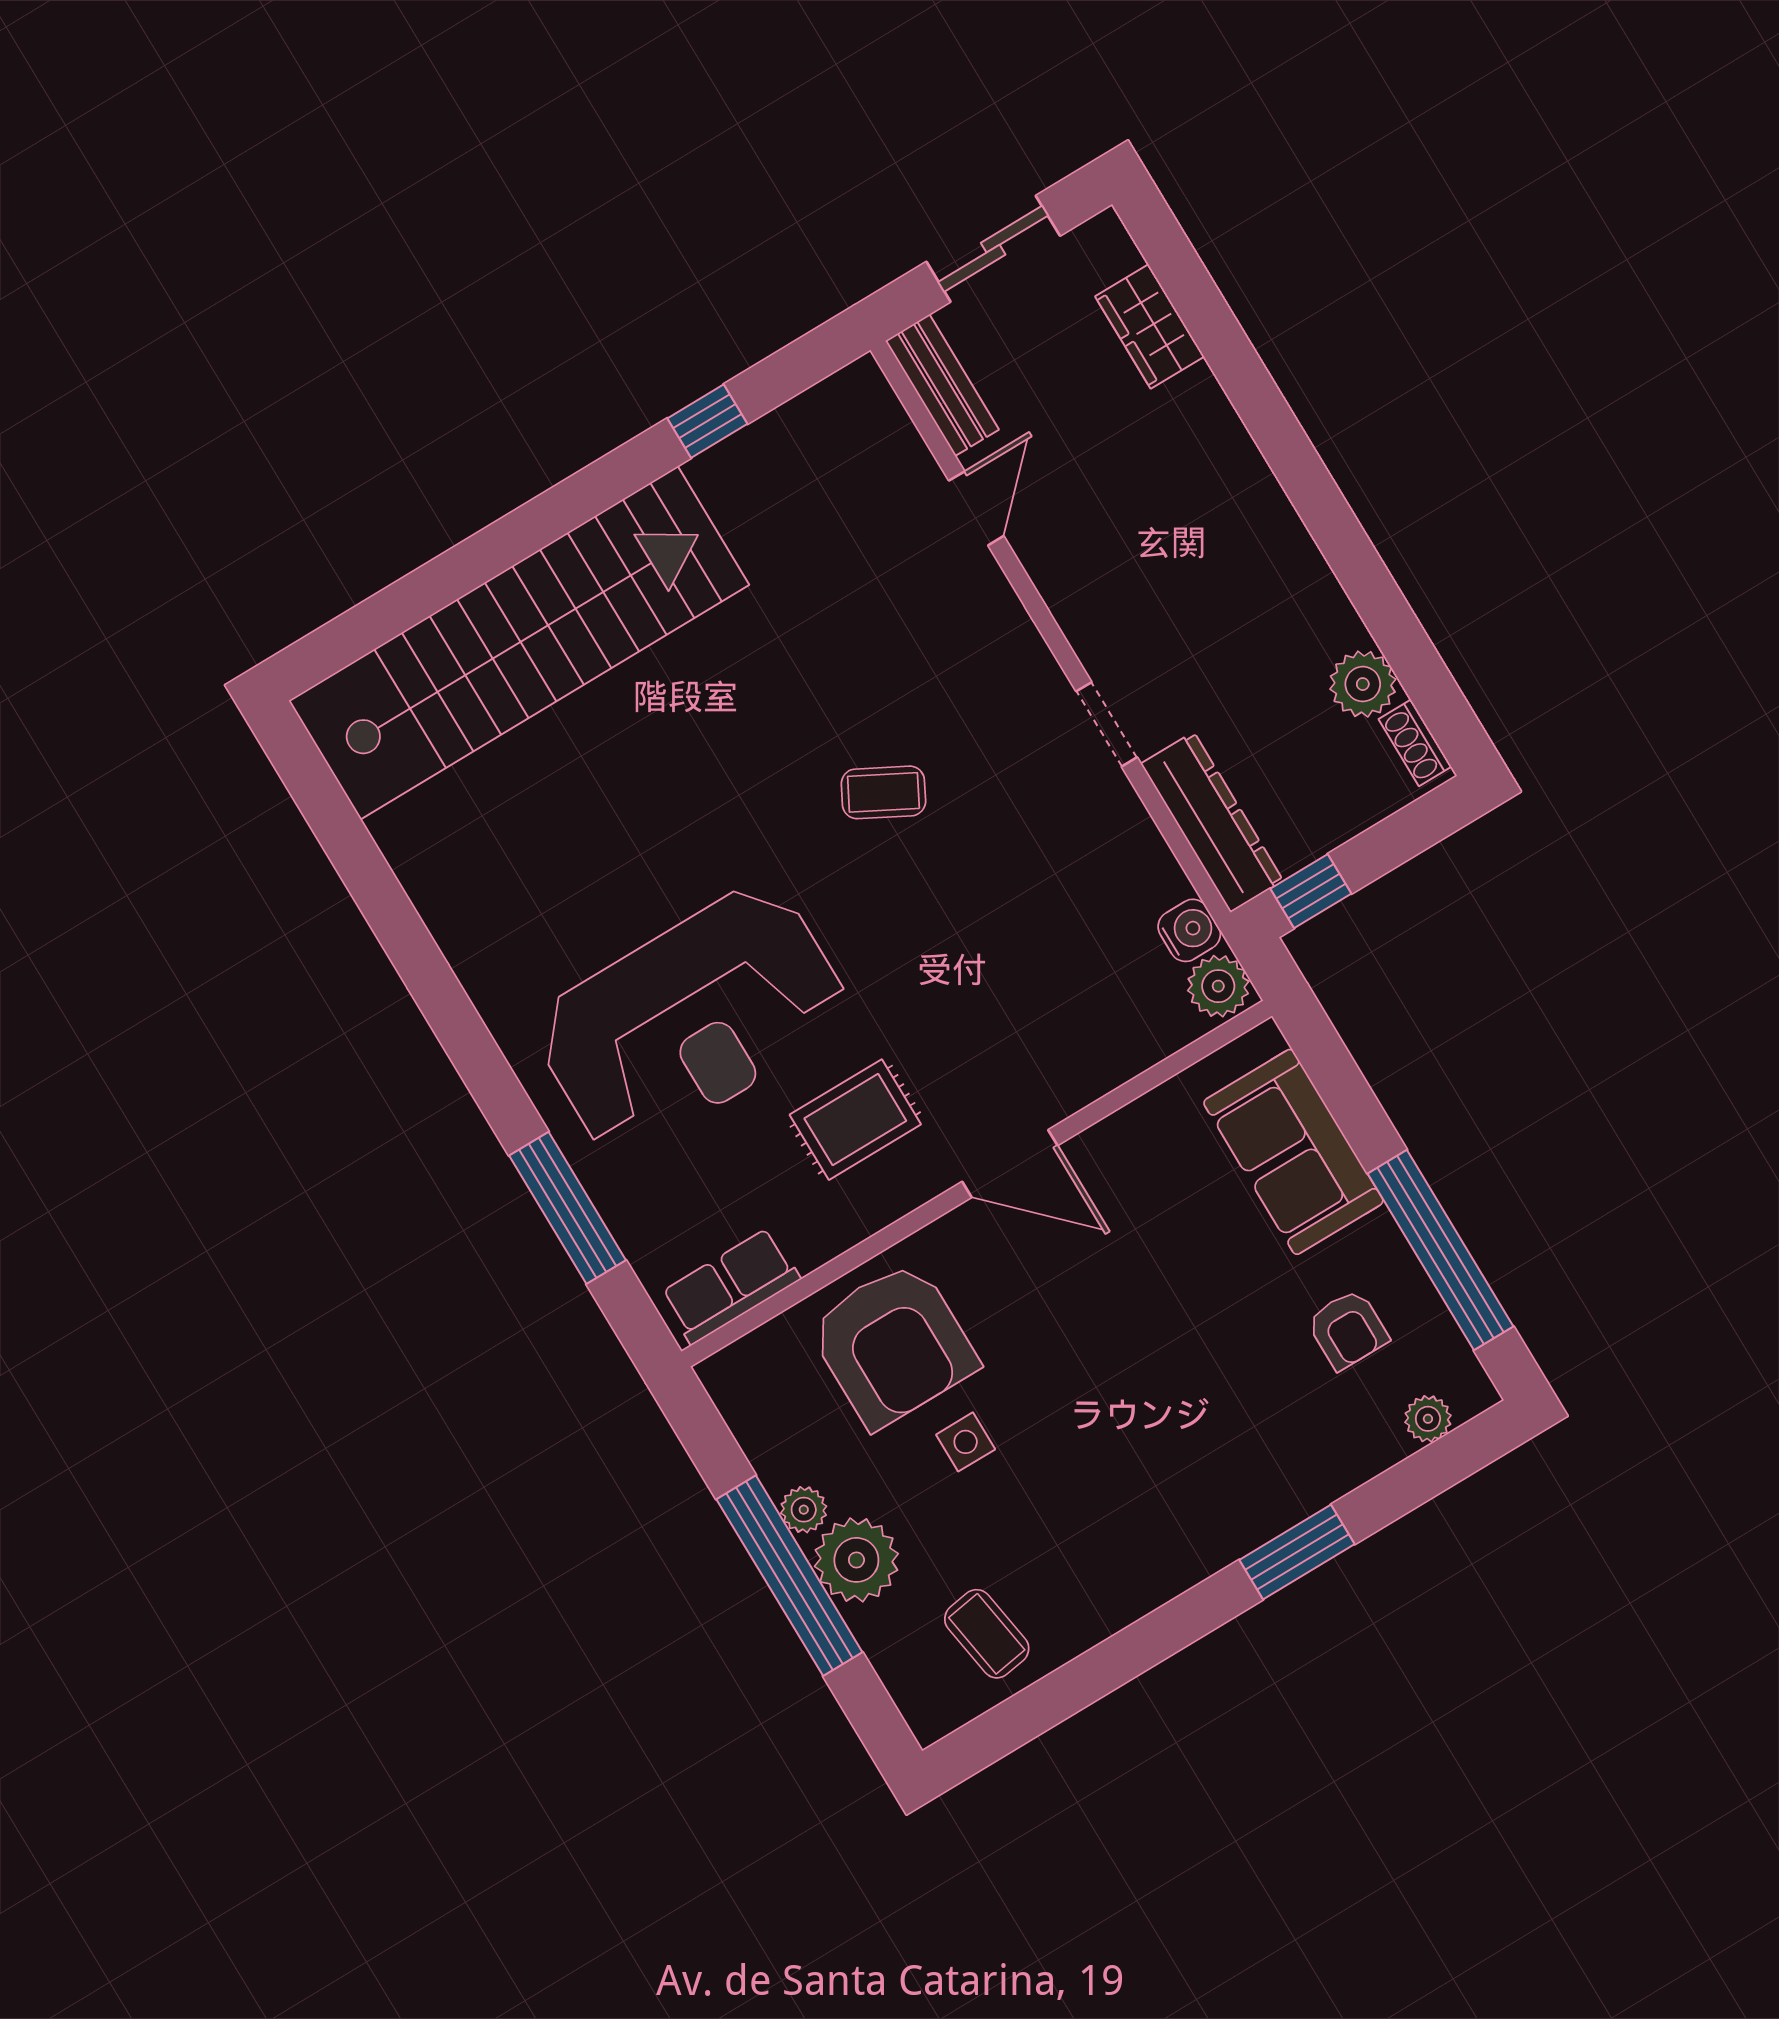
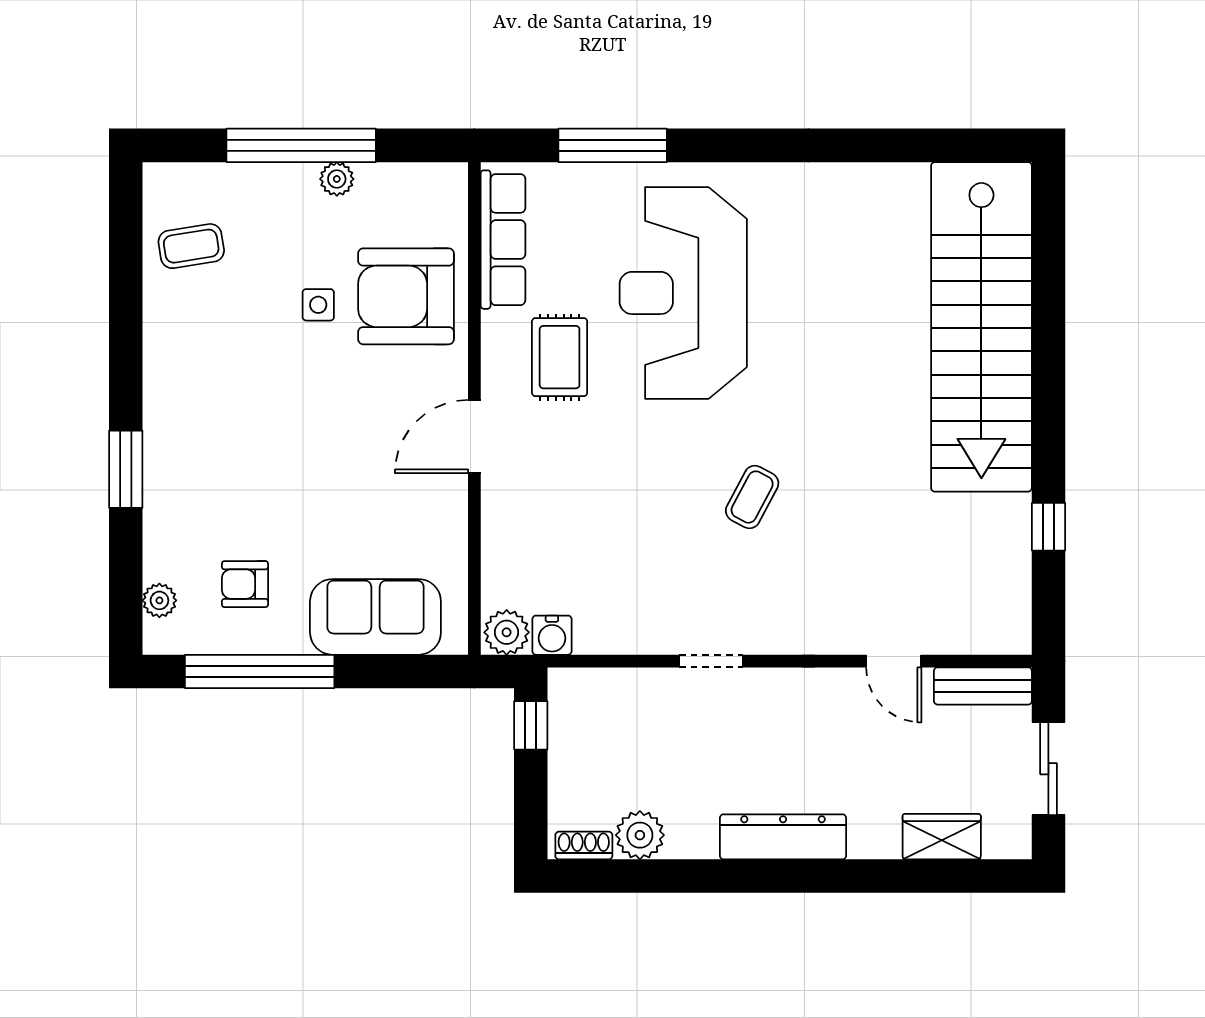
dresser: (1212, 822) -> (783, 837), moved, turned 180
row of seats: (730, 1286) -> (503, 240), width x1.48
plant: (856, 1560) -> (286, 193), removed

